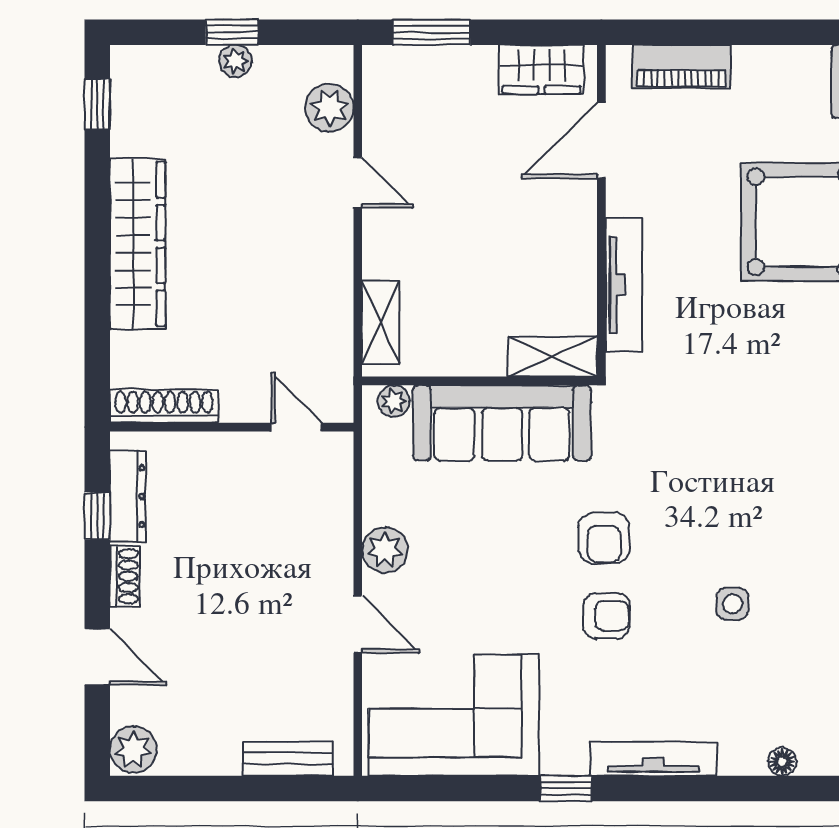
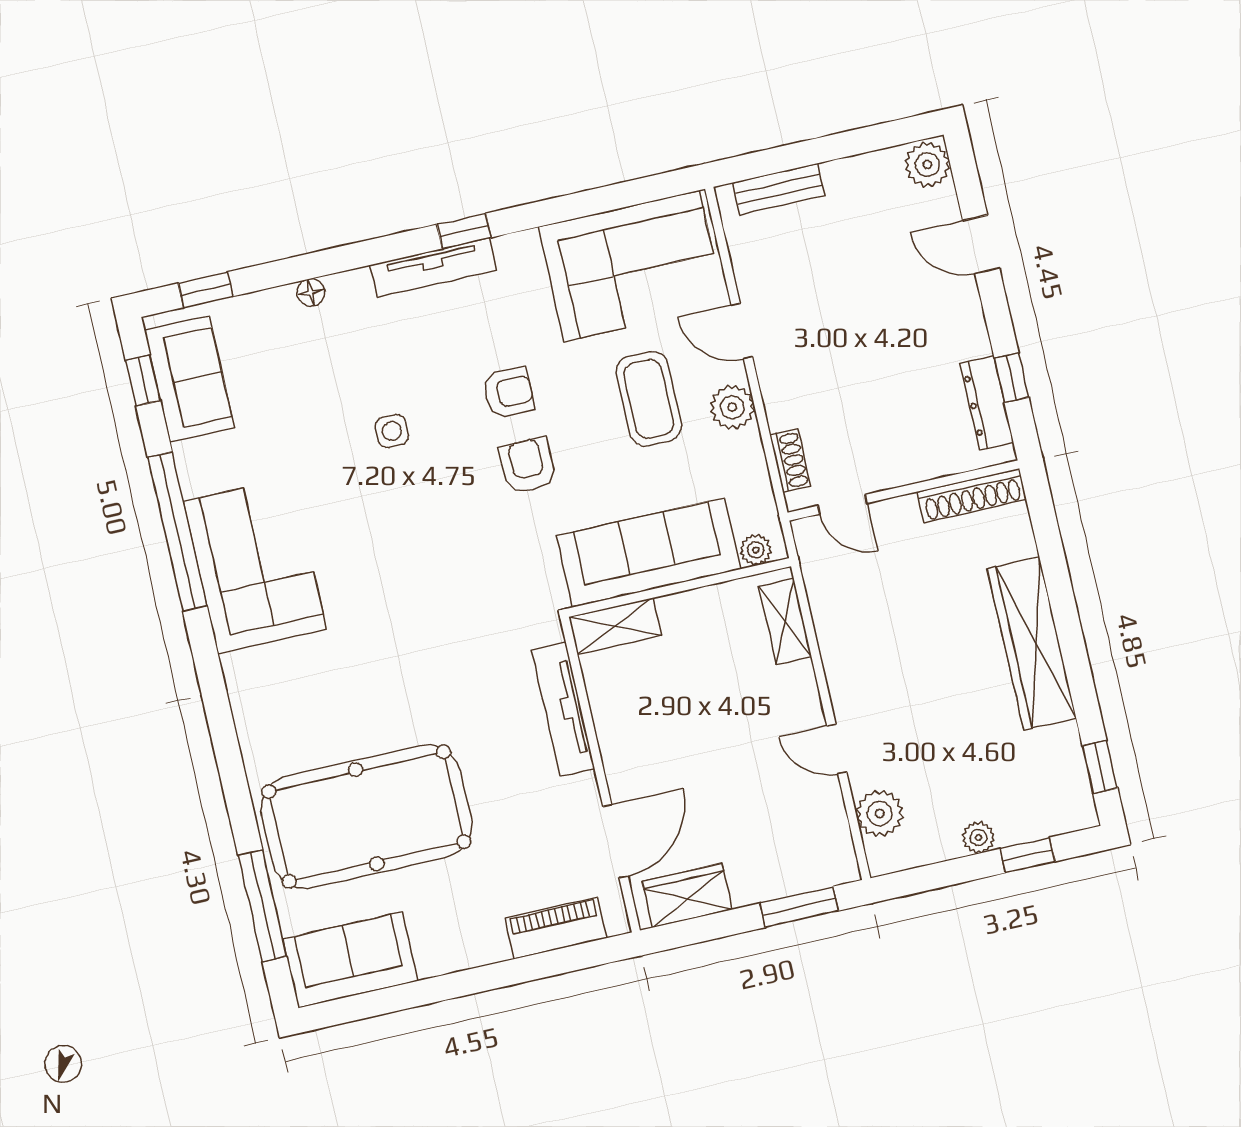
window: (232, 32) -> (1027, 855), moved
shoe rack: (125, 576) -> (790, 461), moved, turned 180
coffee table: (467, 578) -> (649, 399), added
armchair: (606, 616) -> (508, 393), turned 180
window: (566, 788) -> (464, 231), moved

